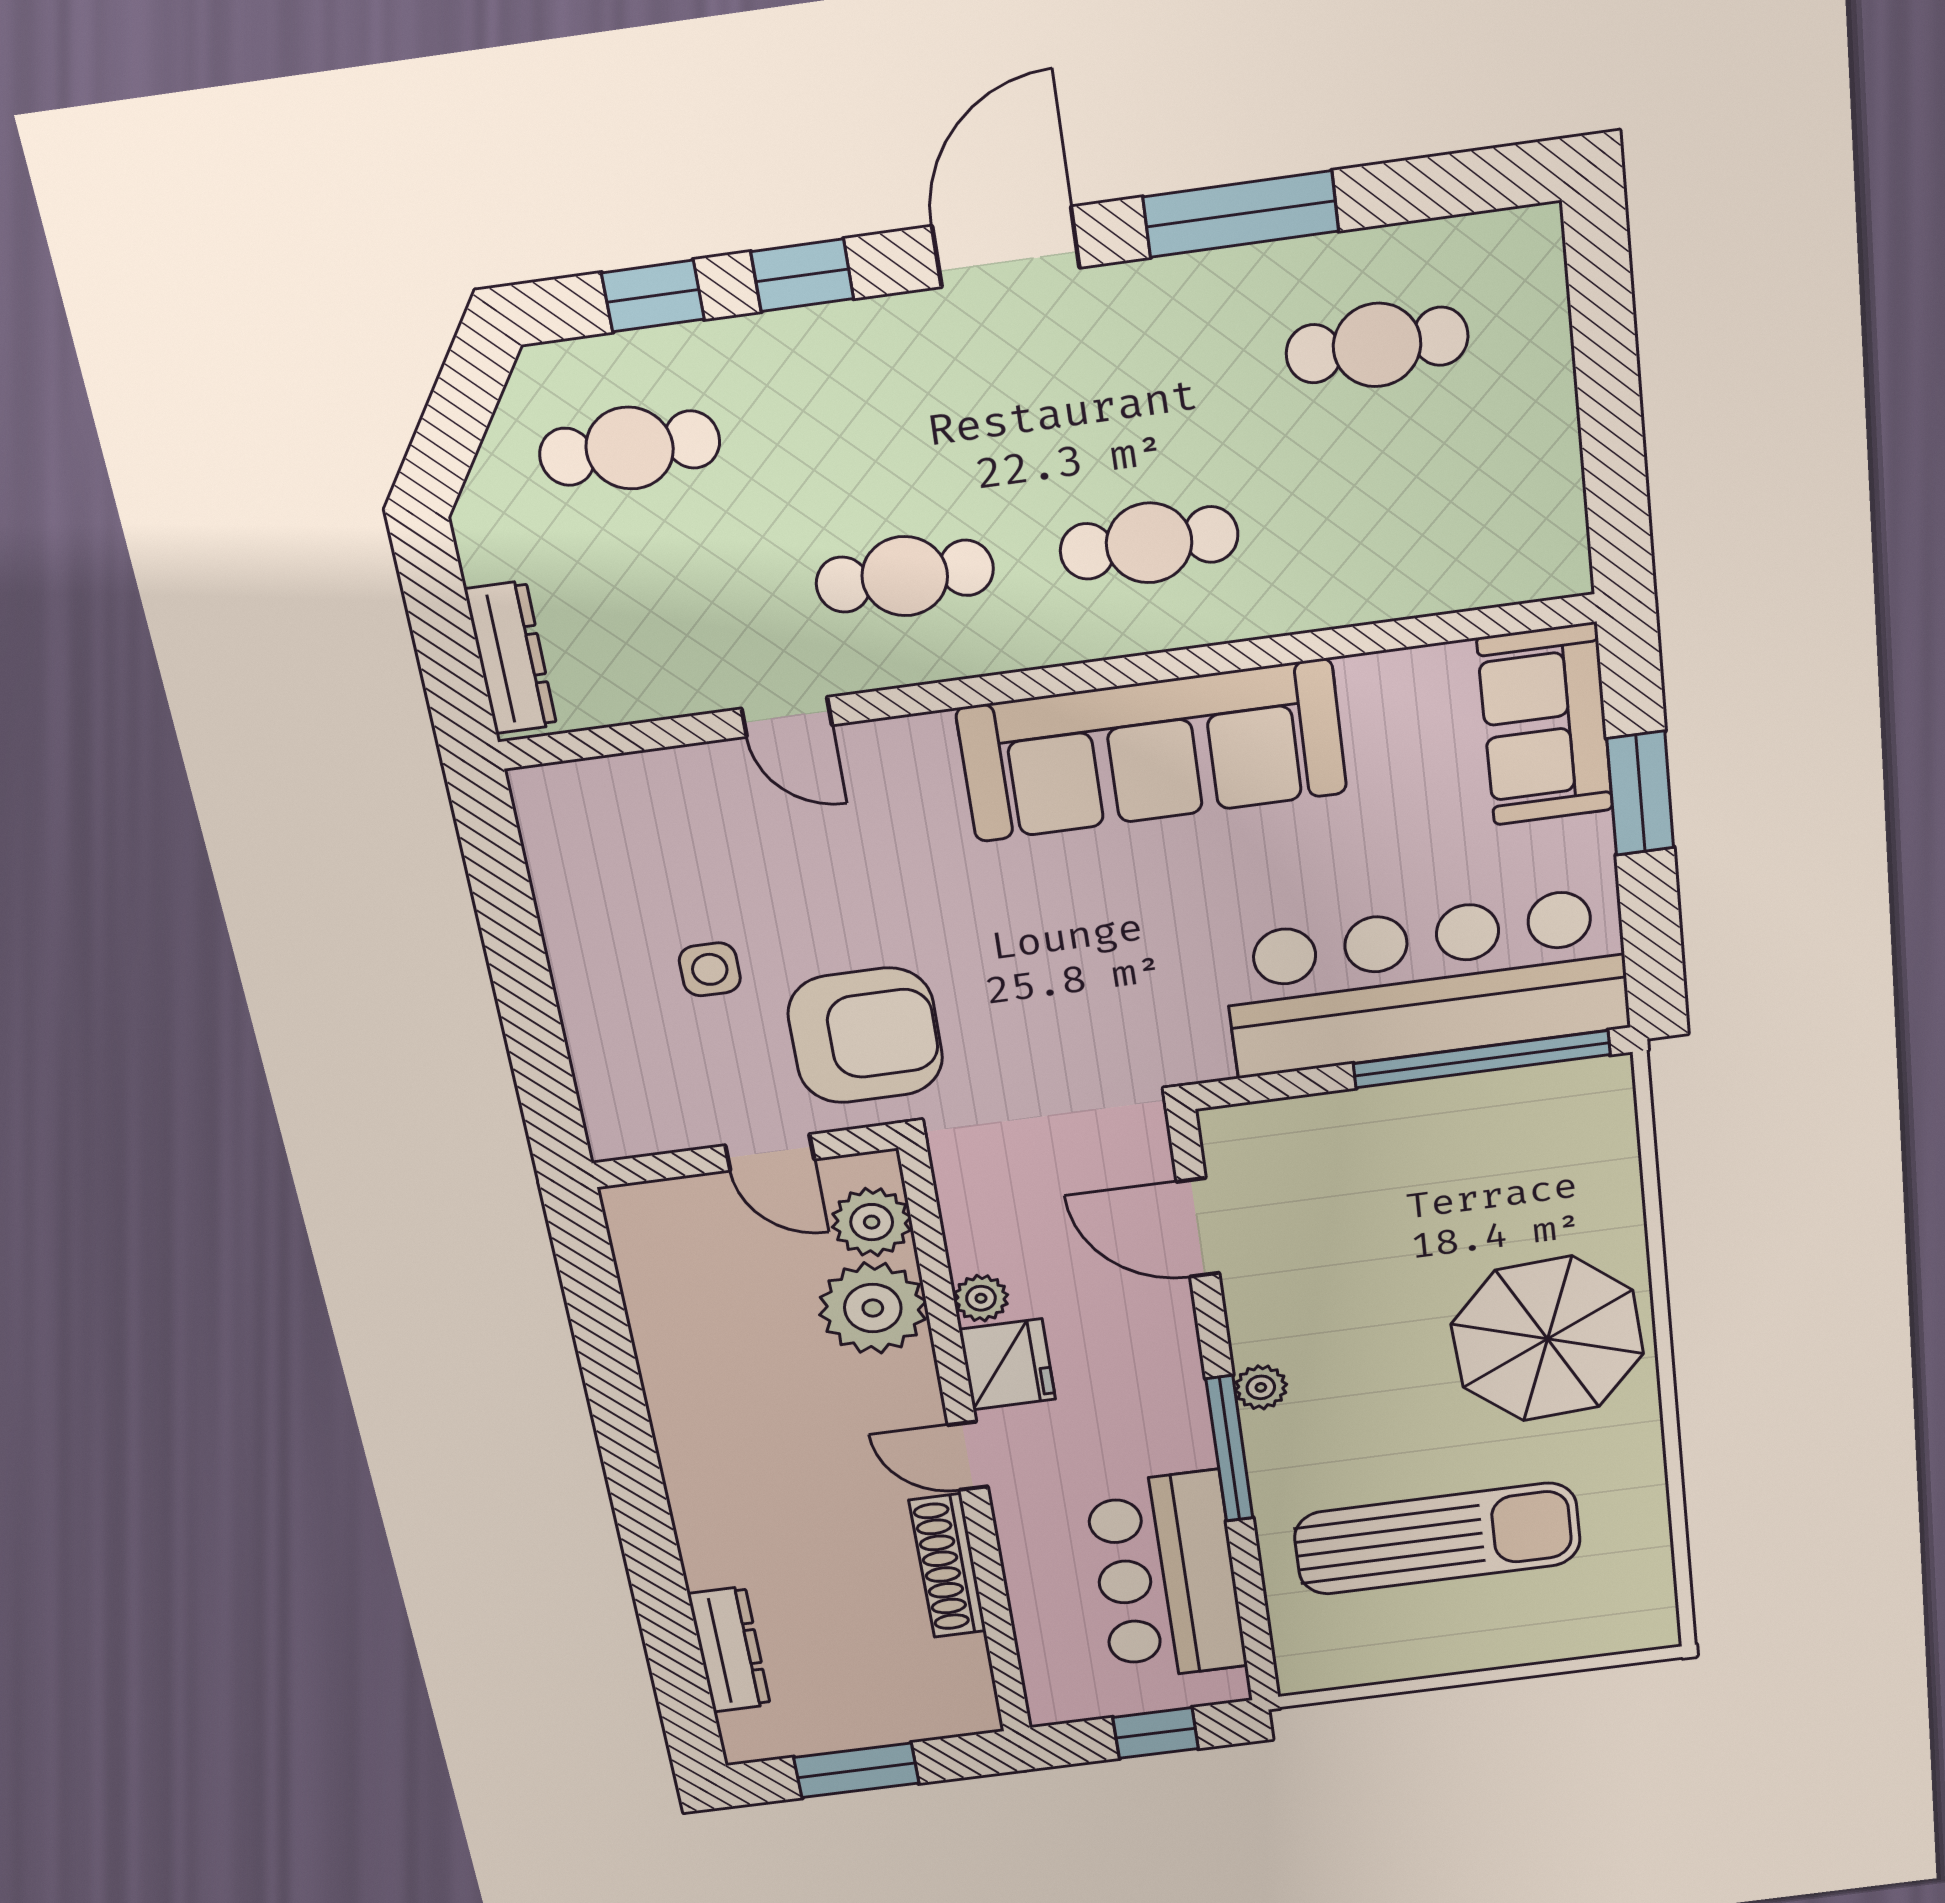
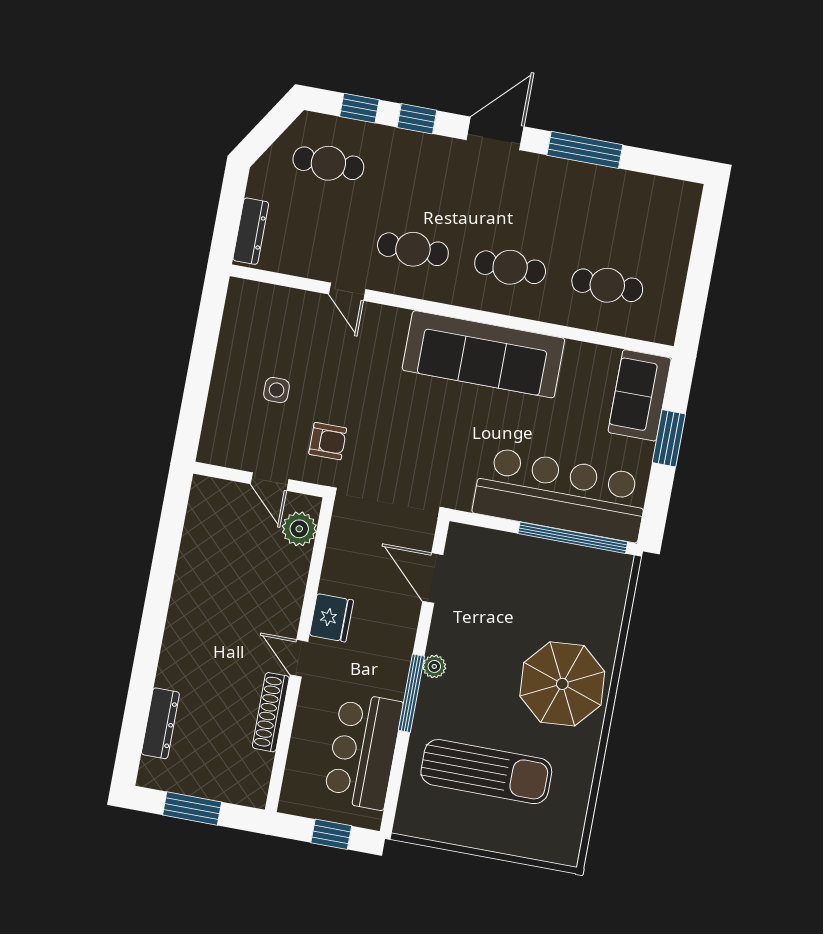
cafe table: (1377, 345) -> (607, 285), moved
armchair: (865, 1036) -> (328, 441), width x0.53, depth x0.53
plant: (981, 1298) -> (332, 581), removed
plant: (873, 1308) -> (285, 570), removed

